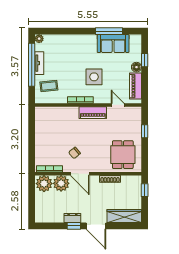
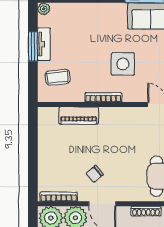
window: (32, 65) -> (33, 46), width x0.47
piano: (93, 113) -> (79, 116), moved

